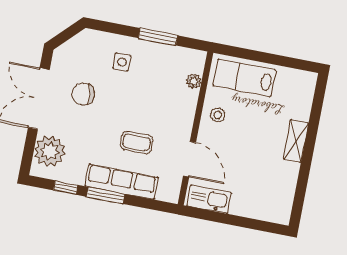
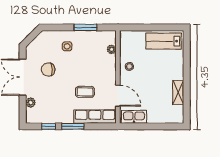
lab bench: (244, 78) -> (164, 41), moved
shelving: (296, 141) -> (178, 92), moved
plant: (50, 151) -> (31, 103), width x0.53, depth x0.53
row of seats: (122, 182) -> (95, 117), moved

